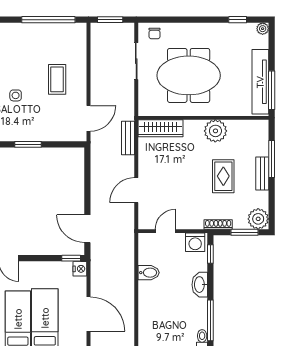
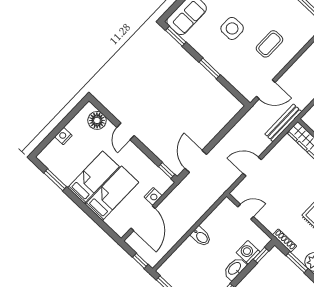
side table: (16, 95) -> (232, 28), width x1.87, depth x1.87
bench: (128, 138) -> (283, 123), width x1.36
washing machine: (195, 242) -> (248, 252), moved, turned 90
nightstand: (80, 269) -> (153, 196), moved
bidet: (149, 273) -> (201, 237), moved

